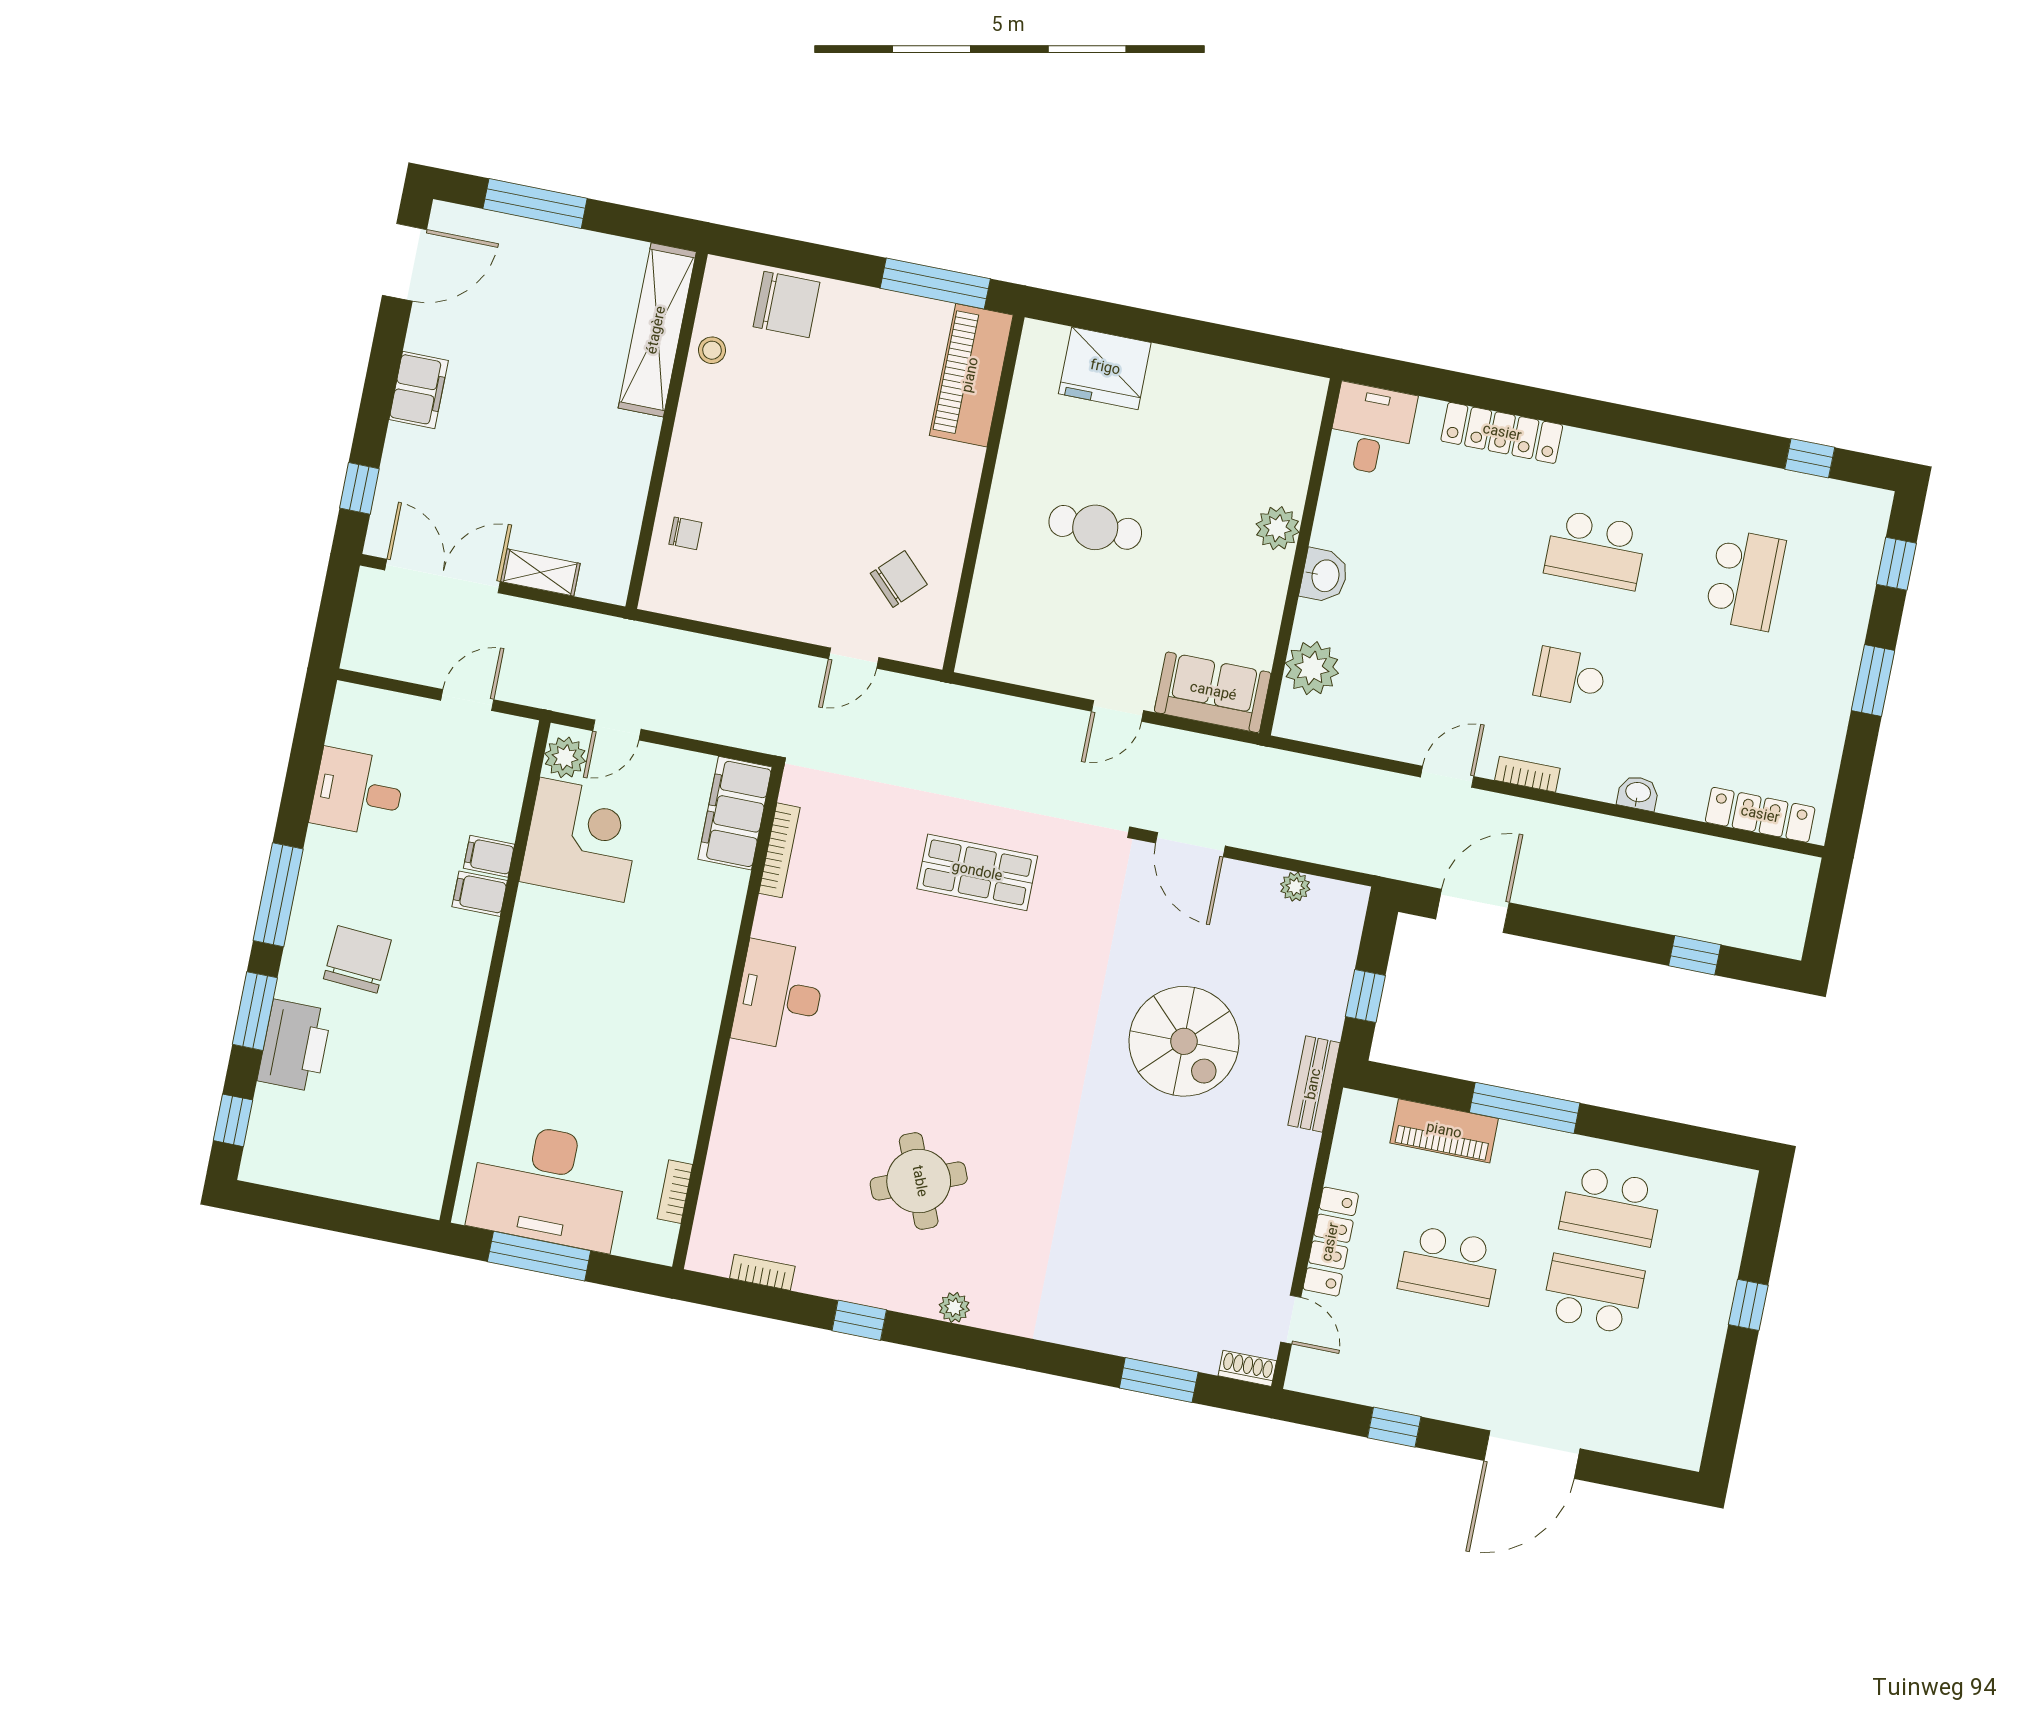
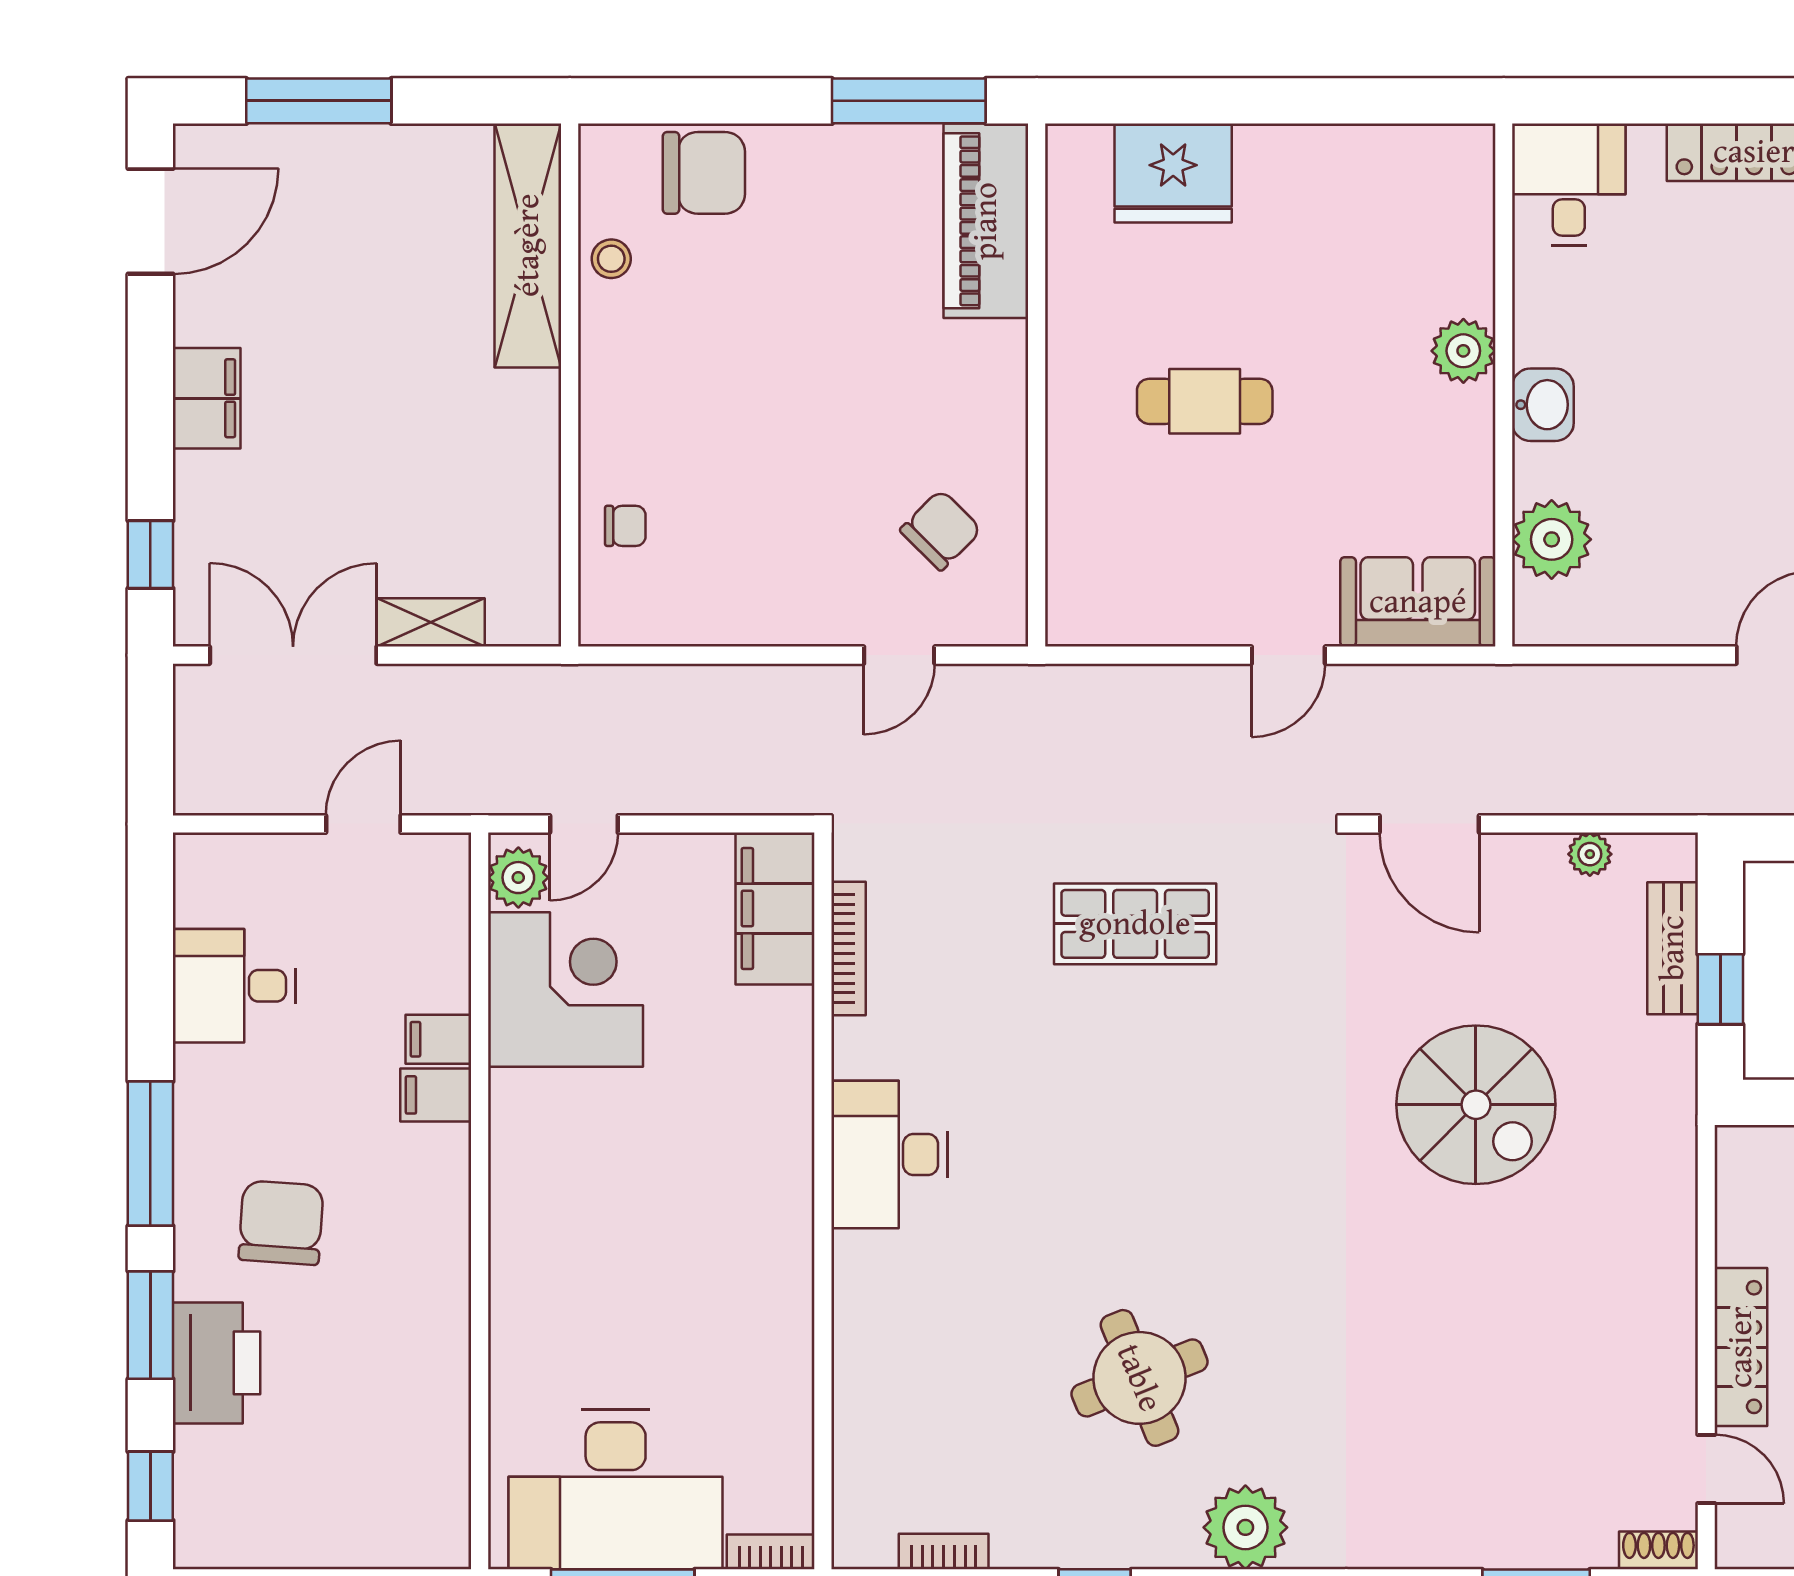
bench: (1314, 1084) -> (1673, 948), moved
bookcase: (675, 1192) -> (771, 1552), moved, turned 90
plant: (954, 1307) -> (1245, 1527), width x1.88, depth x1.88

